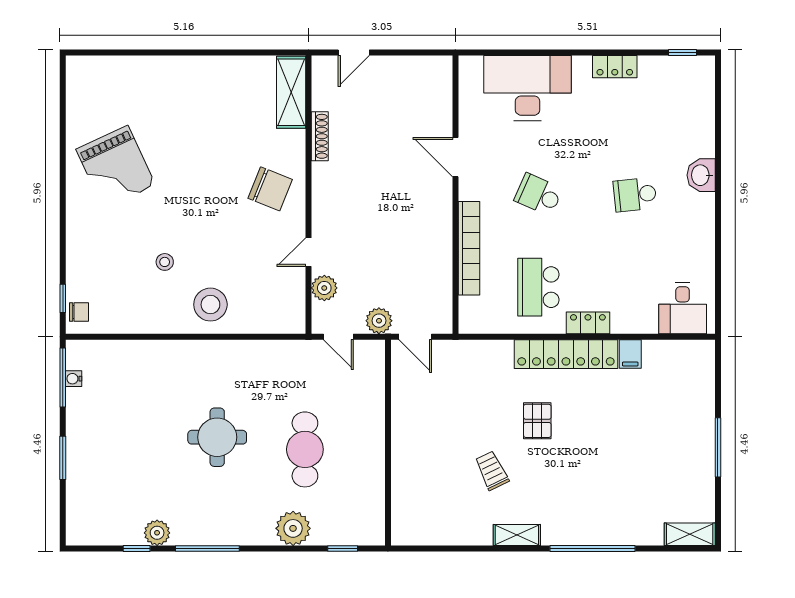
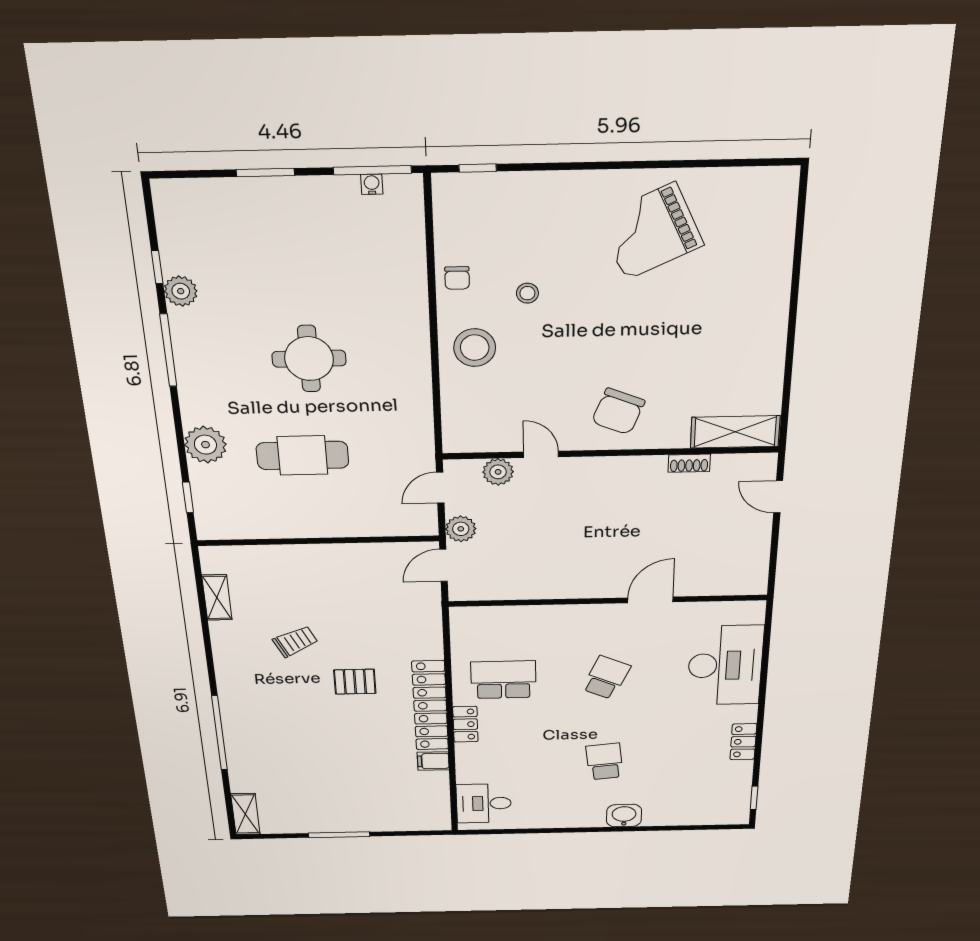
shoe rack: (320, 136) -> (689, 463), width x0.70
bookcase: (469, 248) -> (546, 615), removed
chair: (79, 312) -> (457, 278), moved
shelving: (517, 535) -> (217, 597), moved

